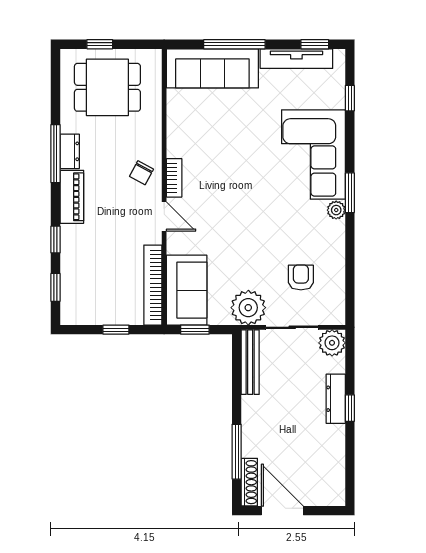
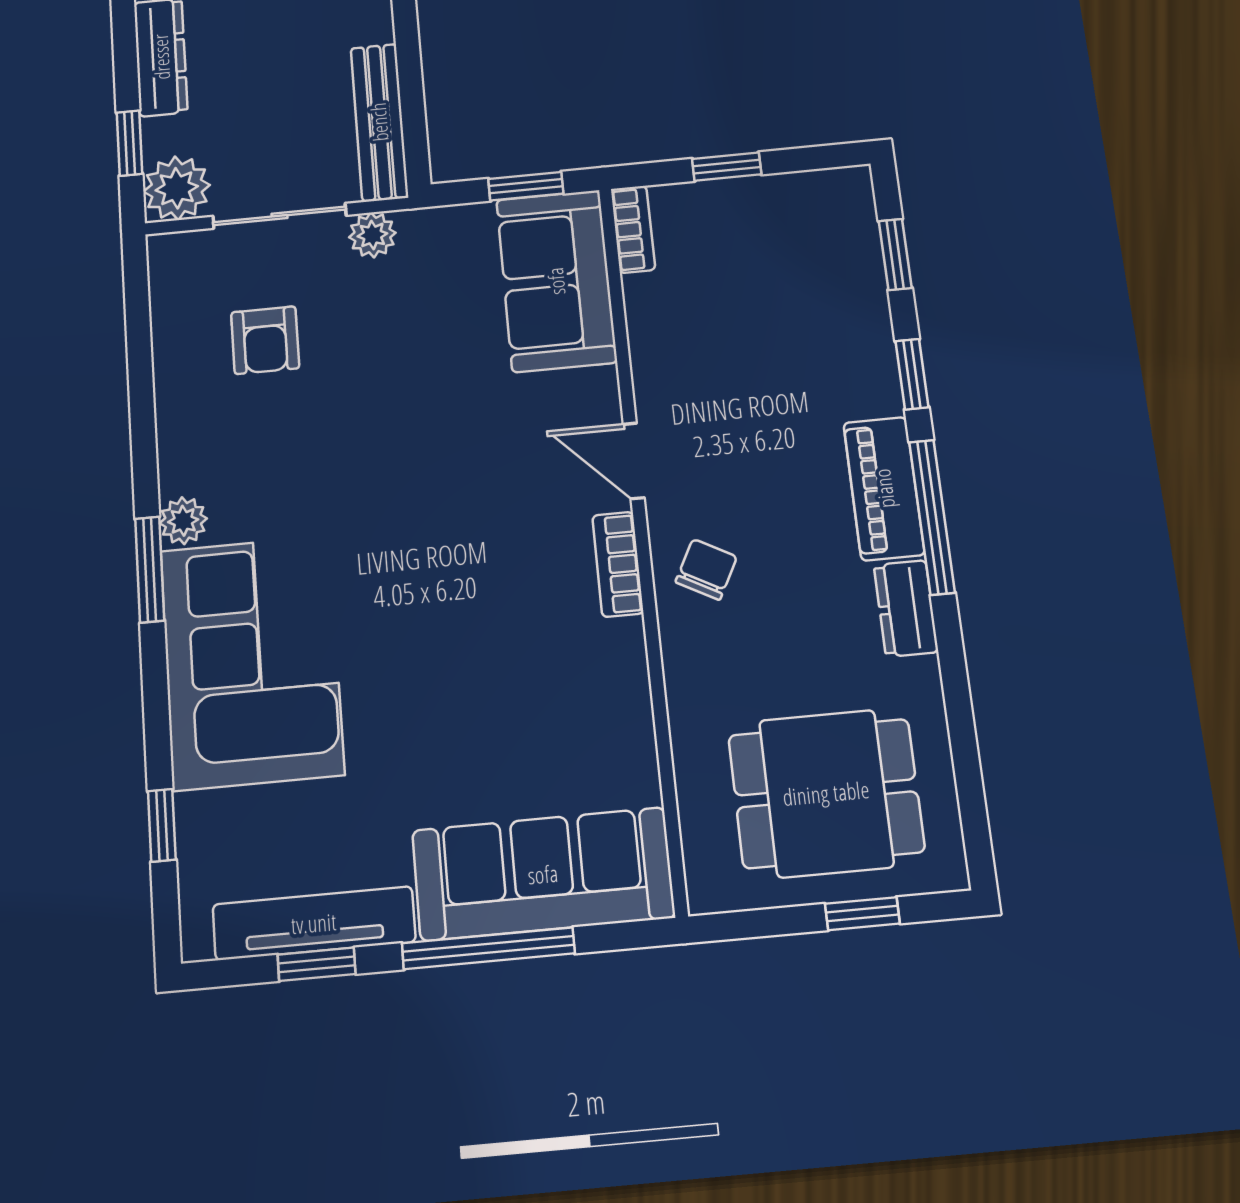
window: (315, 44) -> (317, 964), moved
window: (55, 154) -> (932, 517), moved
bookcase: (153, 285) -> (633, 229), width x0.43, depth x0.76
plant: (248, 308) -> (372, 235), width x0.53, depth x0.53
window: (350, 408) -> (129, 143), moved

